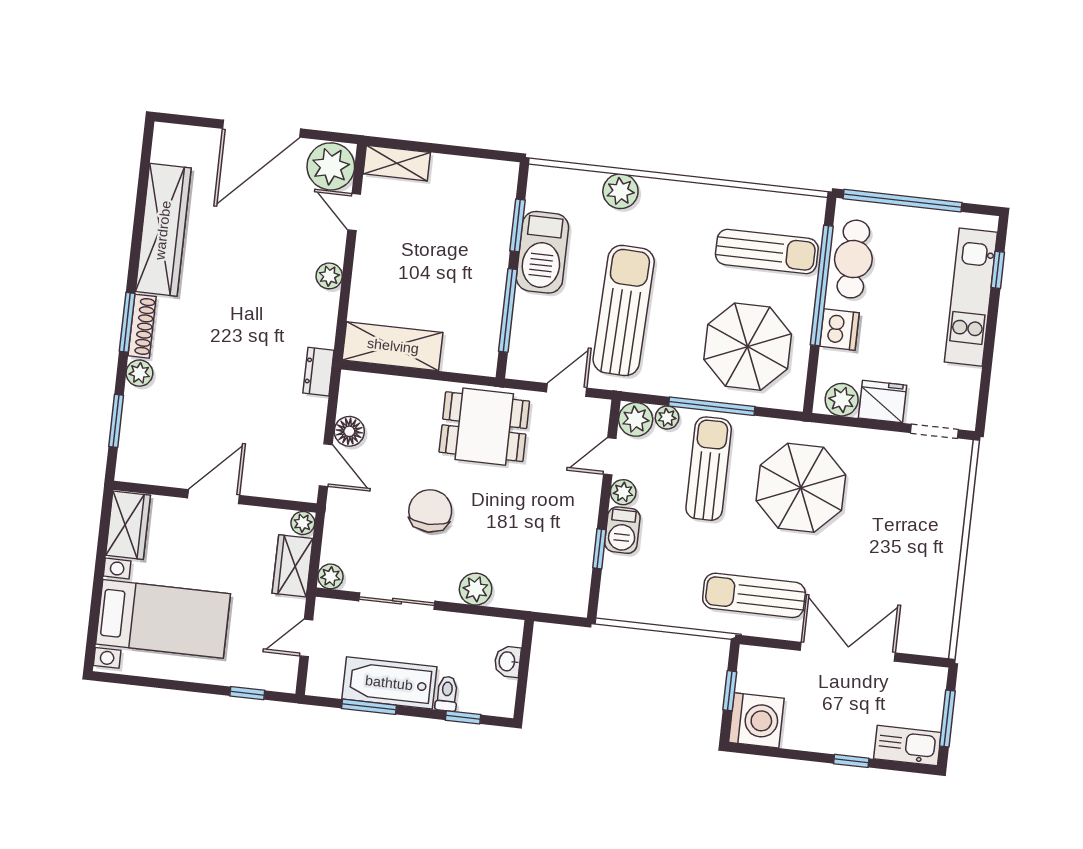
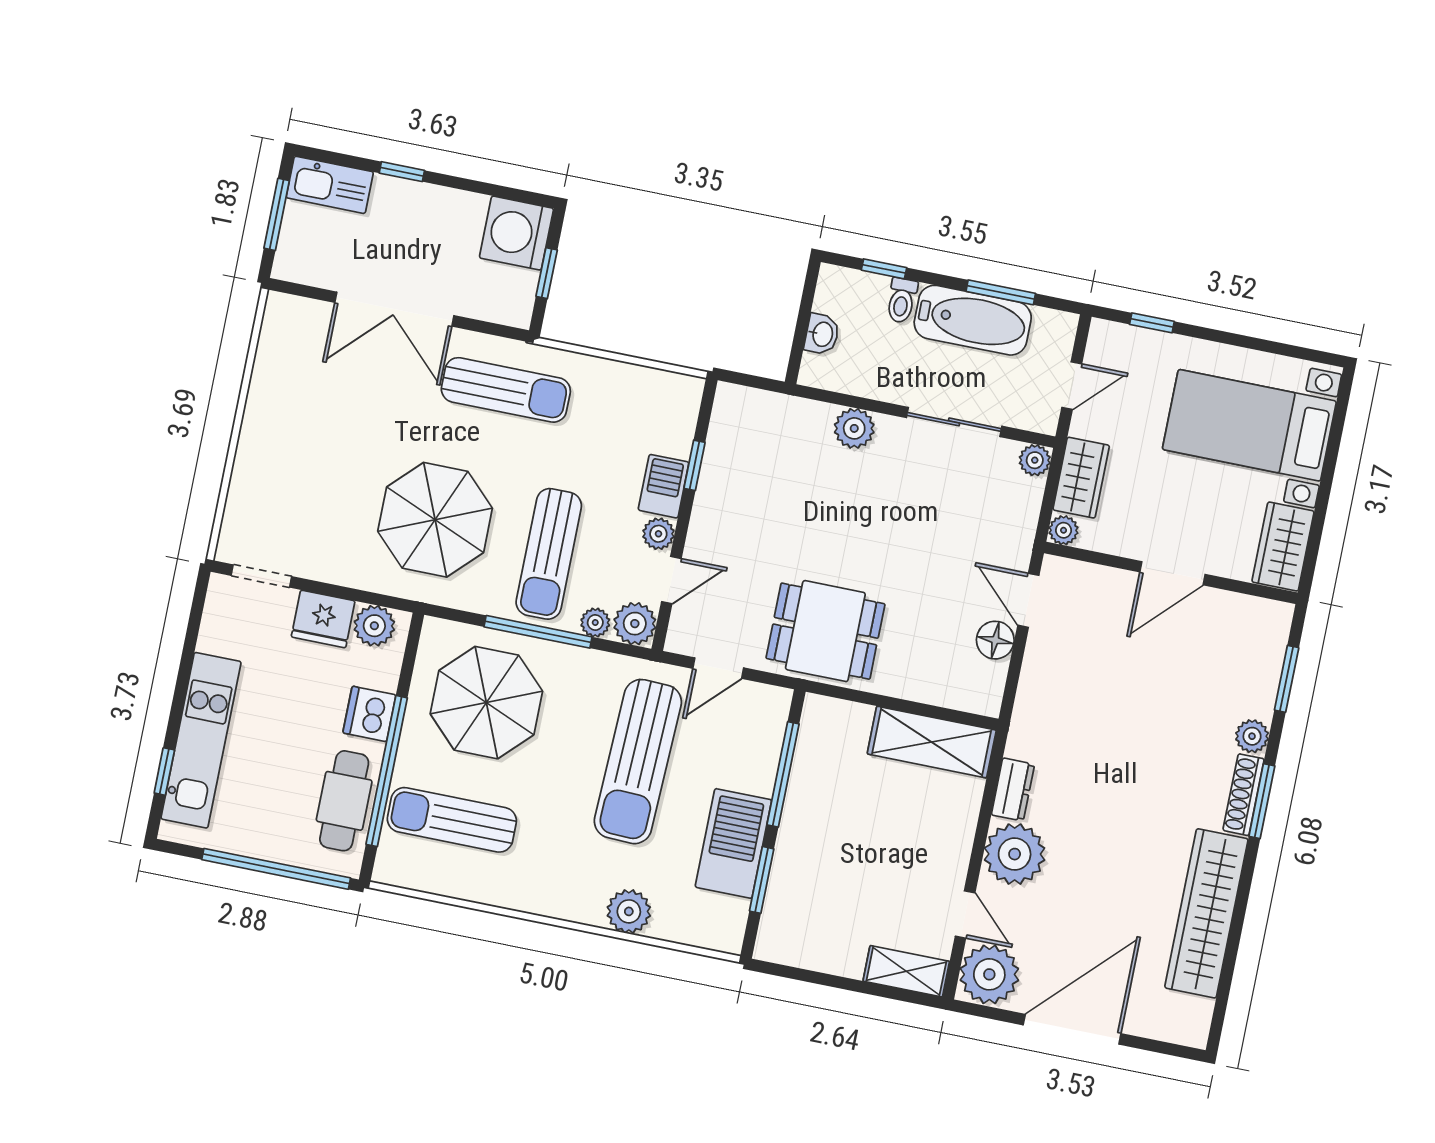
plant: (329, 276) -> (1015, 854), width x1.87, depth x1.87
dresser: (318, 372) -> (1013, 790), moved
chair: (430, 511) -> (902, 531), removed

